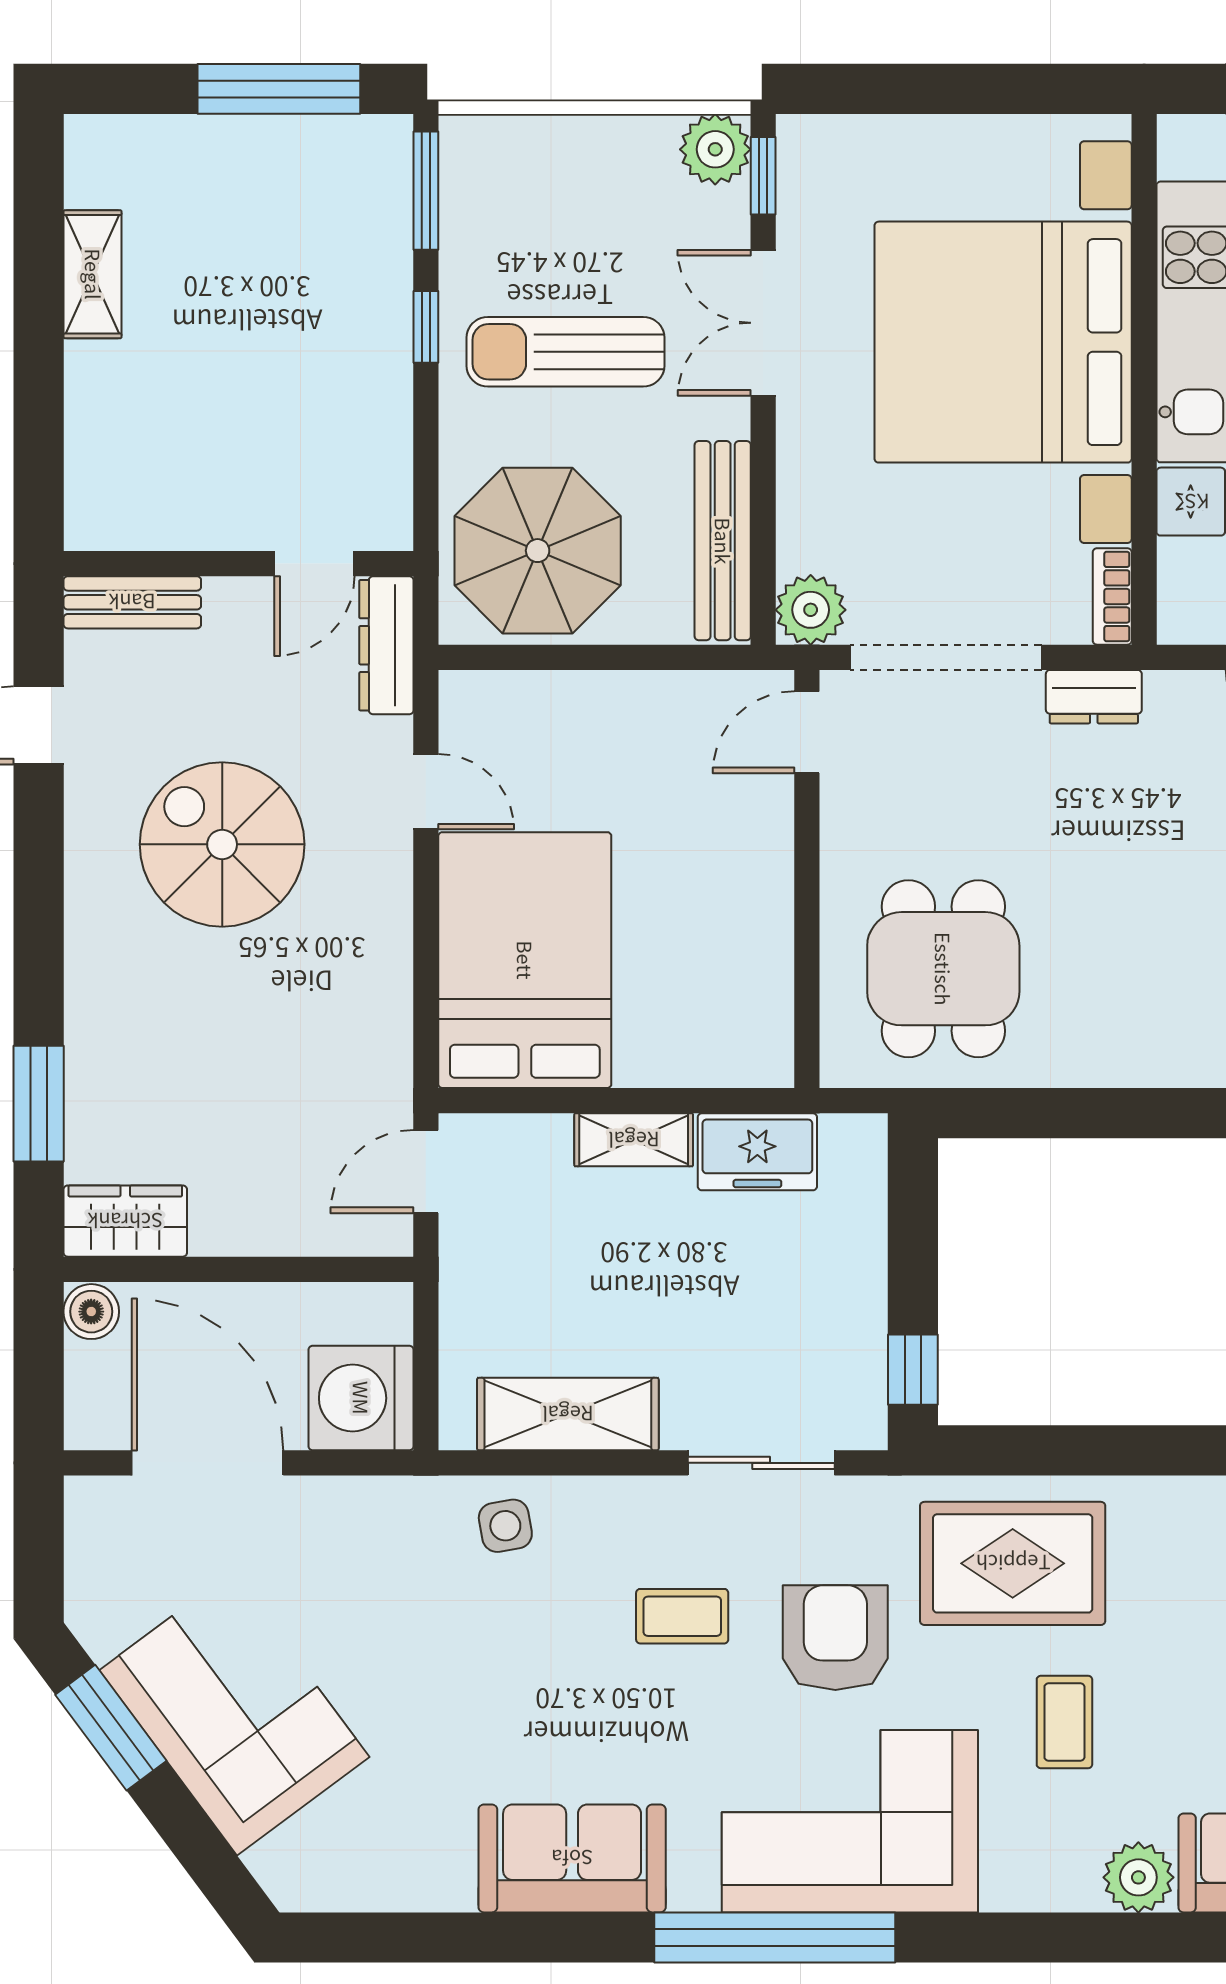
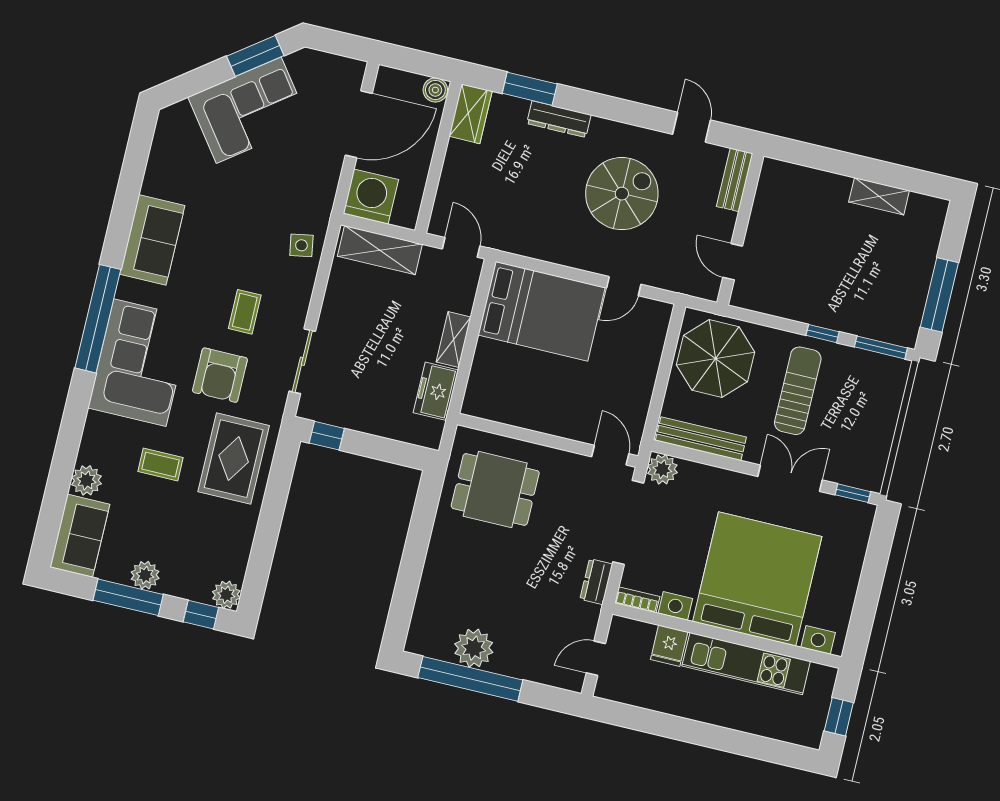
plant: (715, 149) -> (869, 475), removed
dresser: (386, 645) -> (559, 119), moved, turned 180
shelving: (568, 1414) -> (380, 250), moved, turned 90
armchair: (835, 1638) -> (220, 375), turned 90

